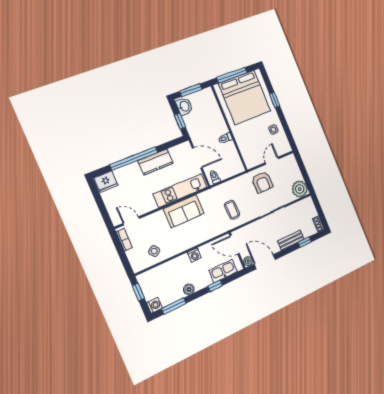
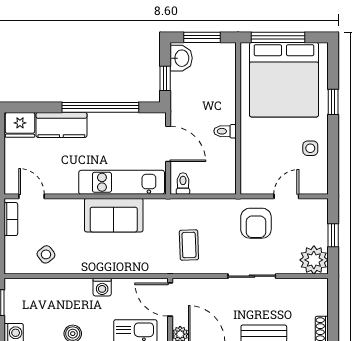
window: (134, 158) -> (100, 107), moved
kitchen counter: (156, 162) -> (61, 125), moved
window: (304, 172) -> (333, 235), added

